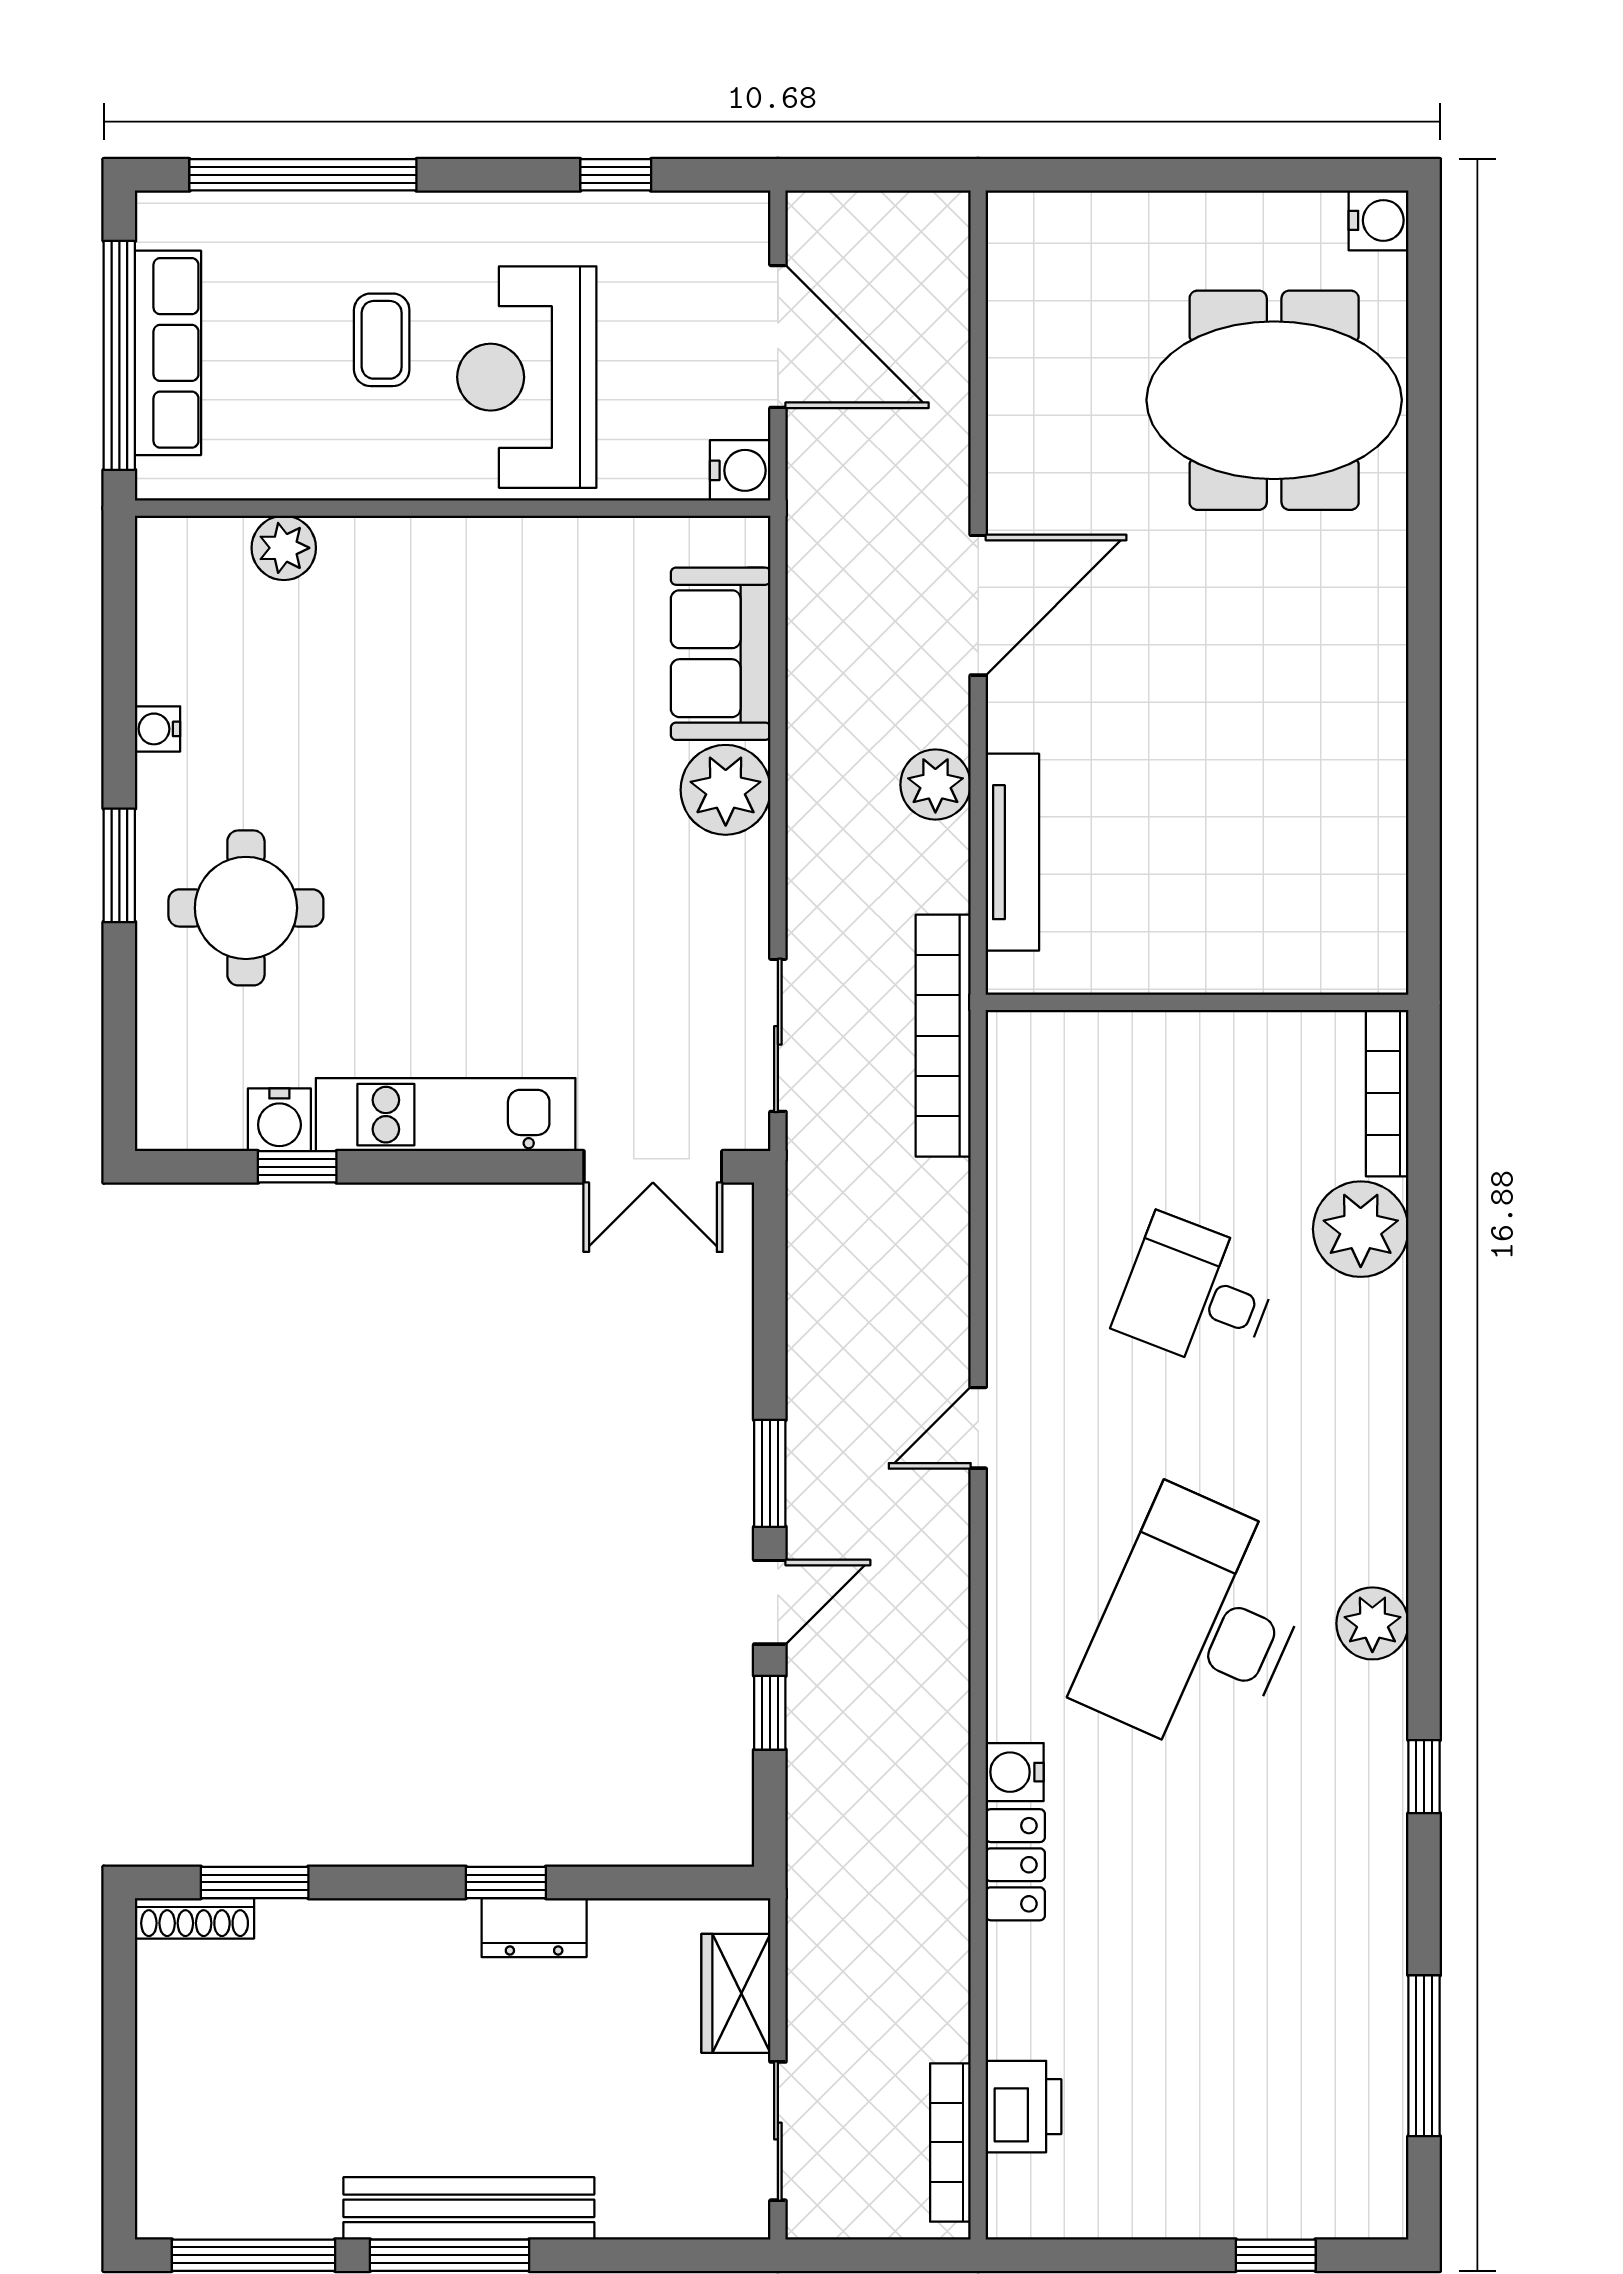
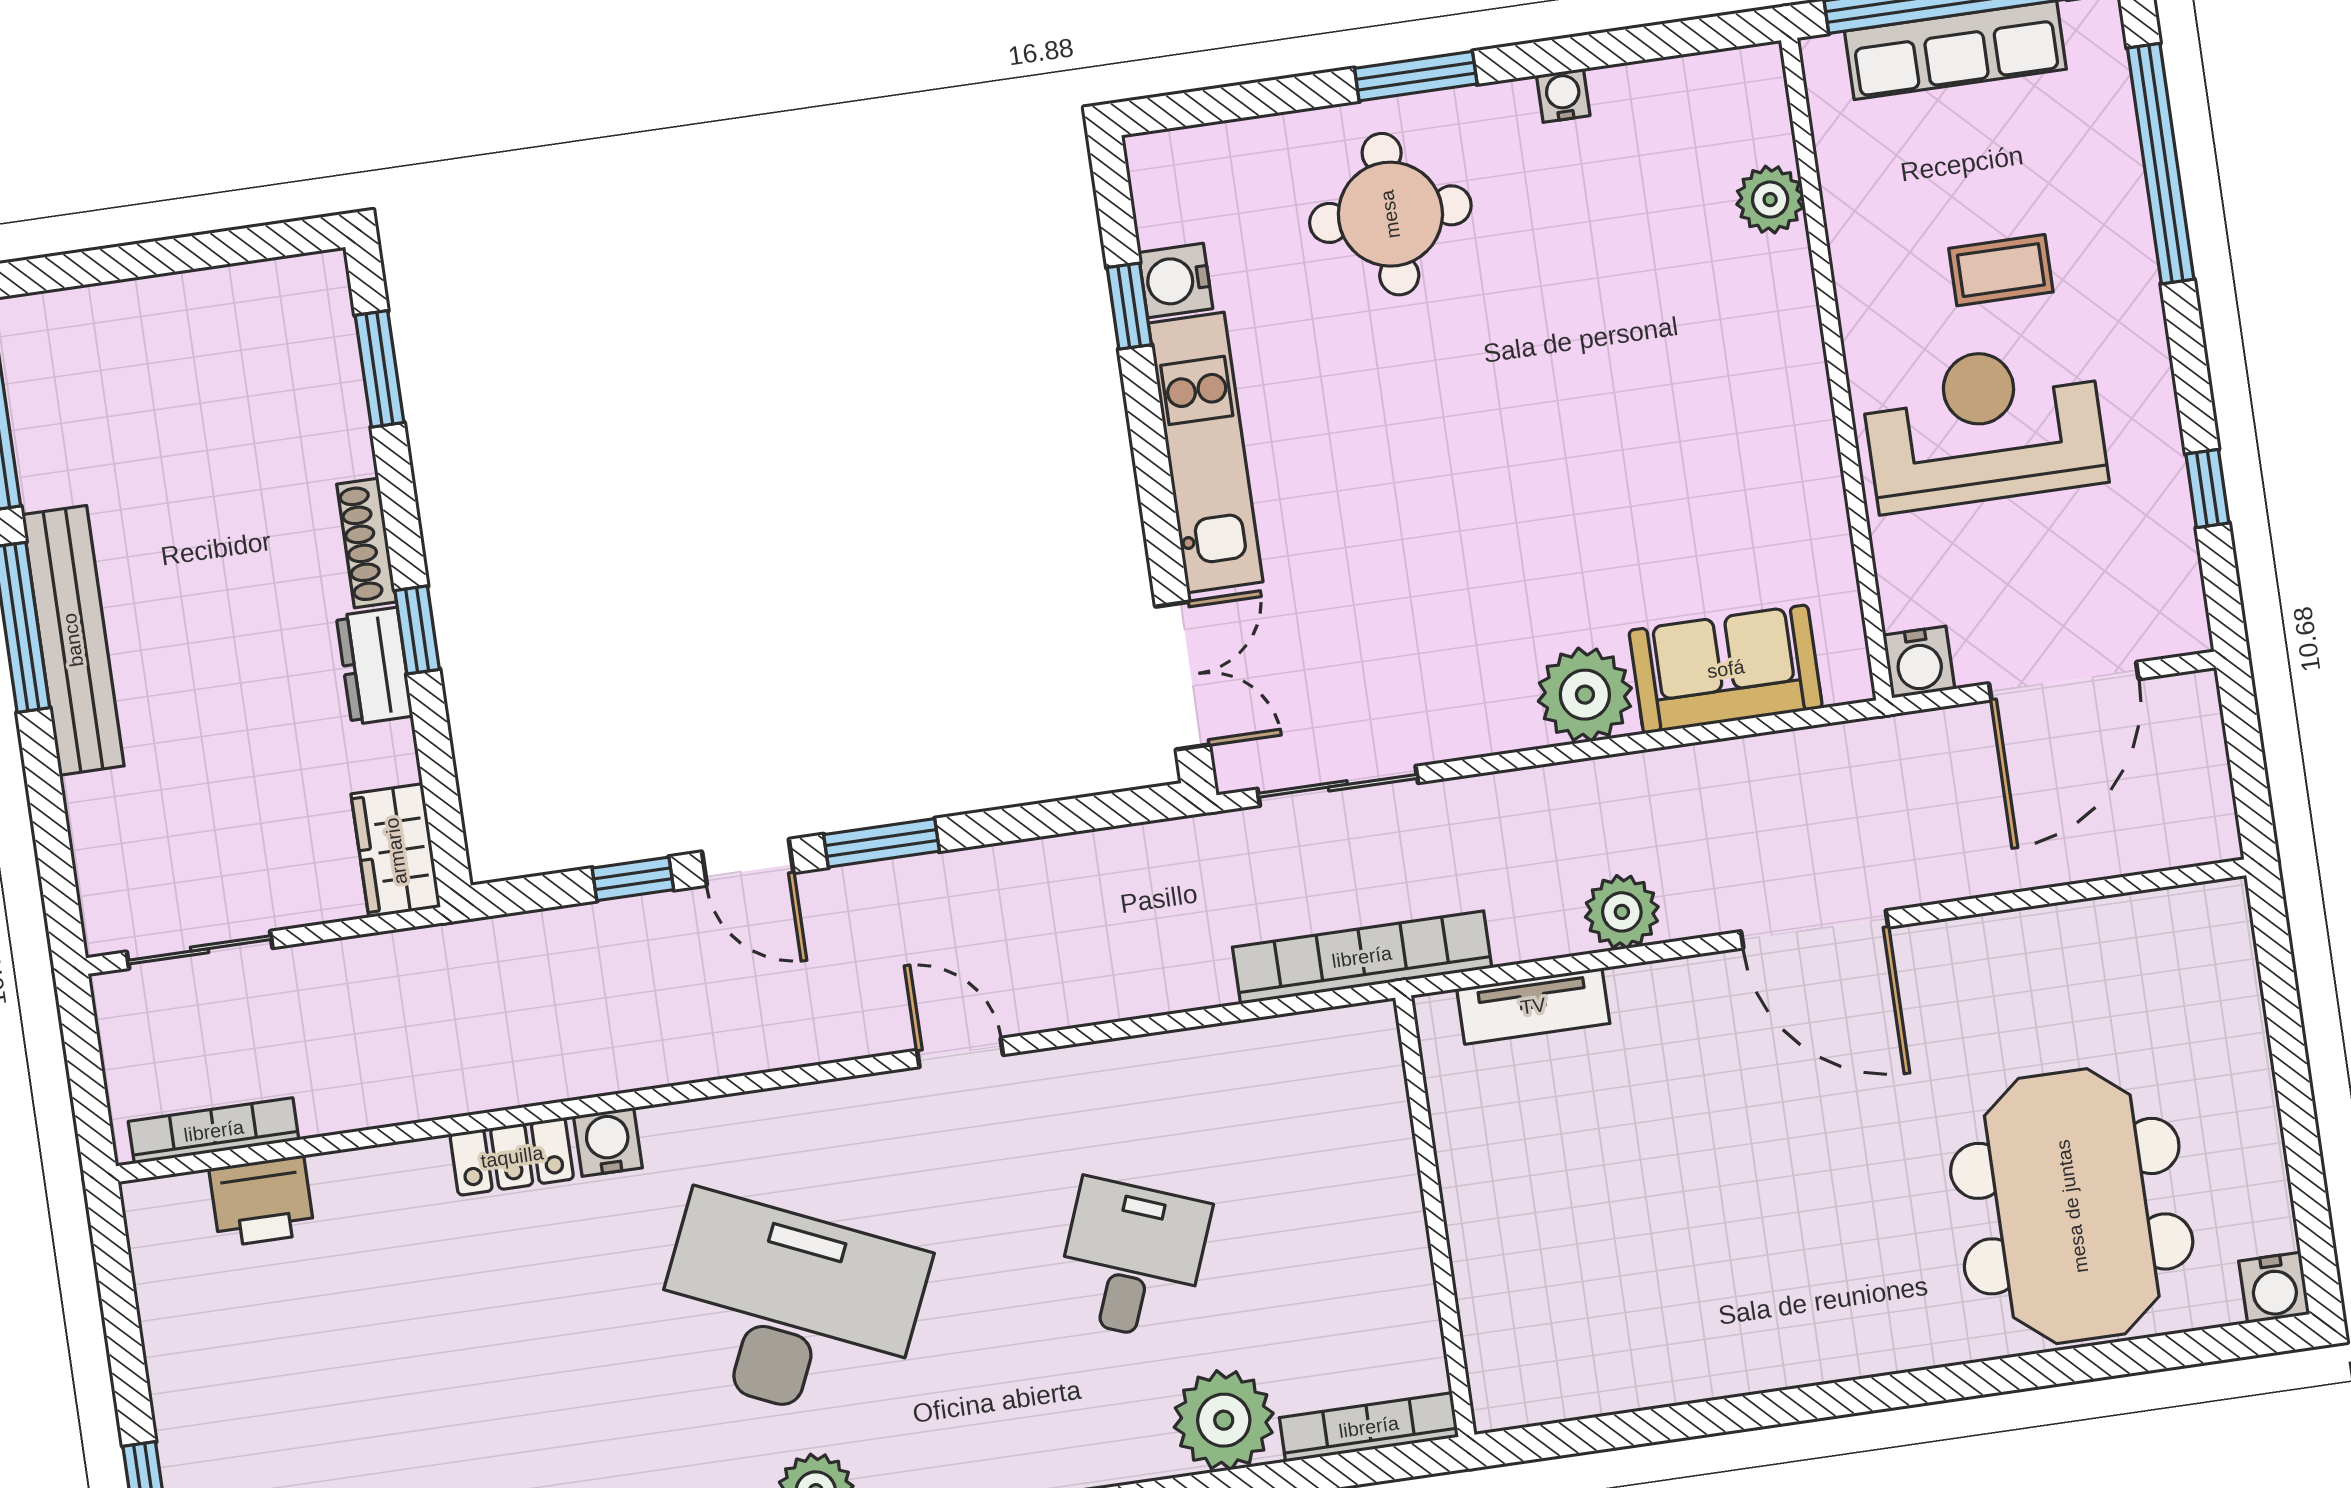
tv unit: (1012, 852) -> (1533, 1006), width x0.71
double door: (653, 1167) -> (1182, 676), swing flipped
shoe rack: (195, 1918) -> (367, 543), moved
wardrobe: (736, 1993) -> (396, 851), moved, turned -90

